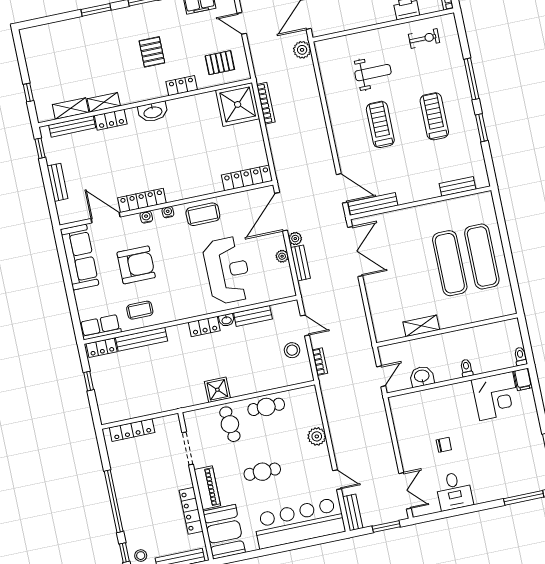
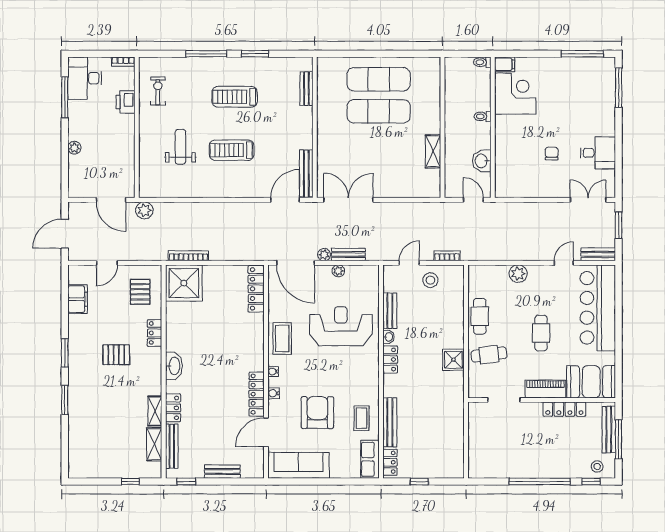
locker: (132, 430) -> (475, 450), removed

